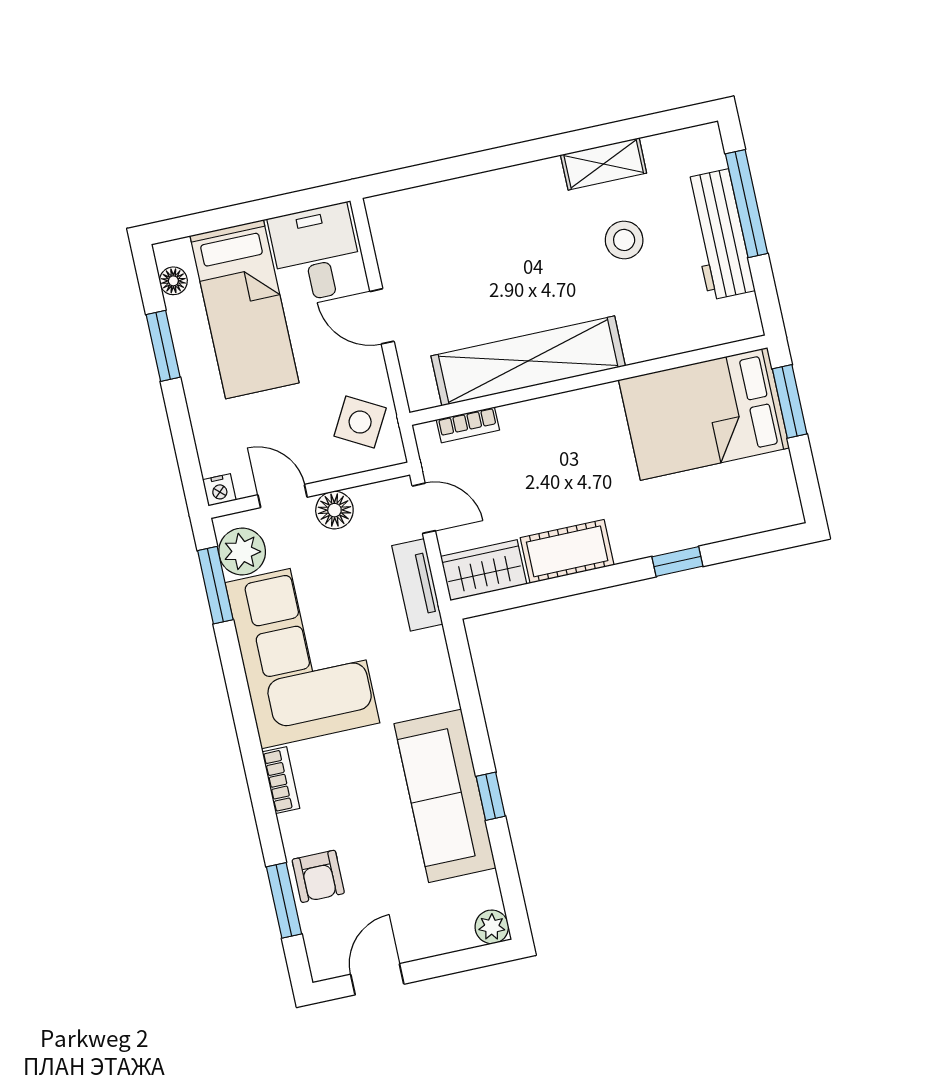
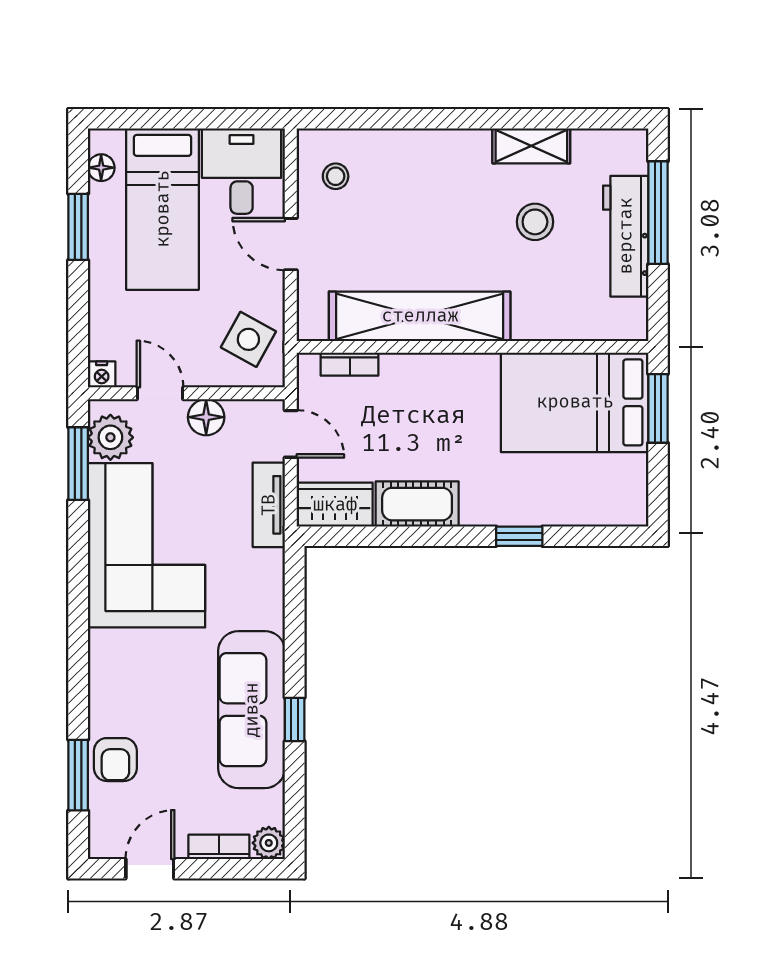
stool: (412, 238) -> (336, 176), added
bookcase: (281, 780) -> (219, 847), moved, turned -90

